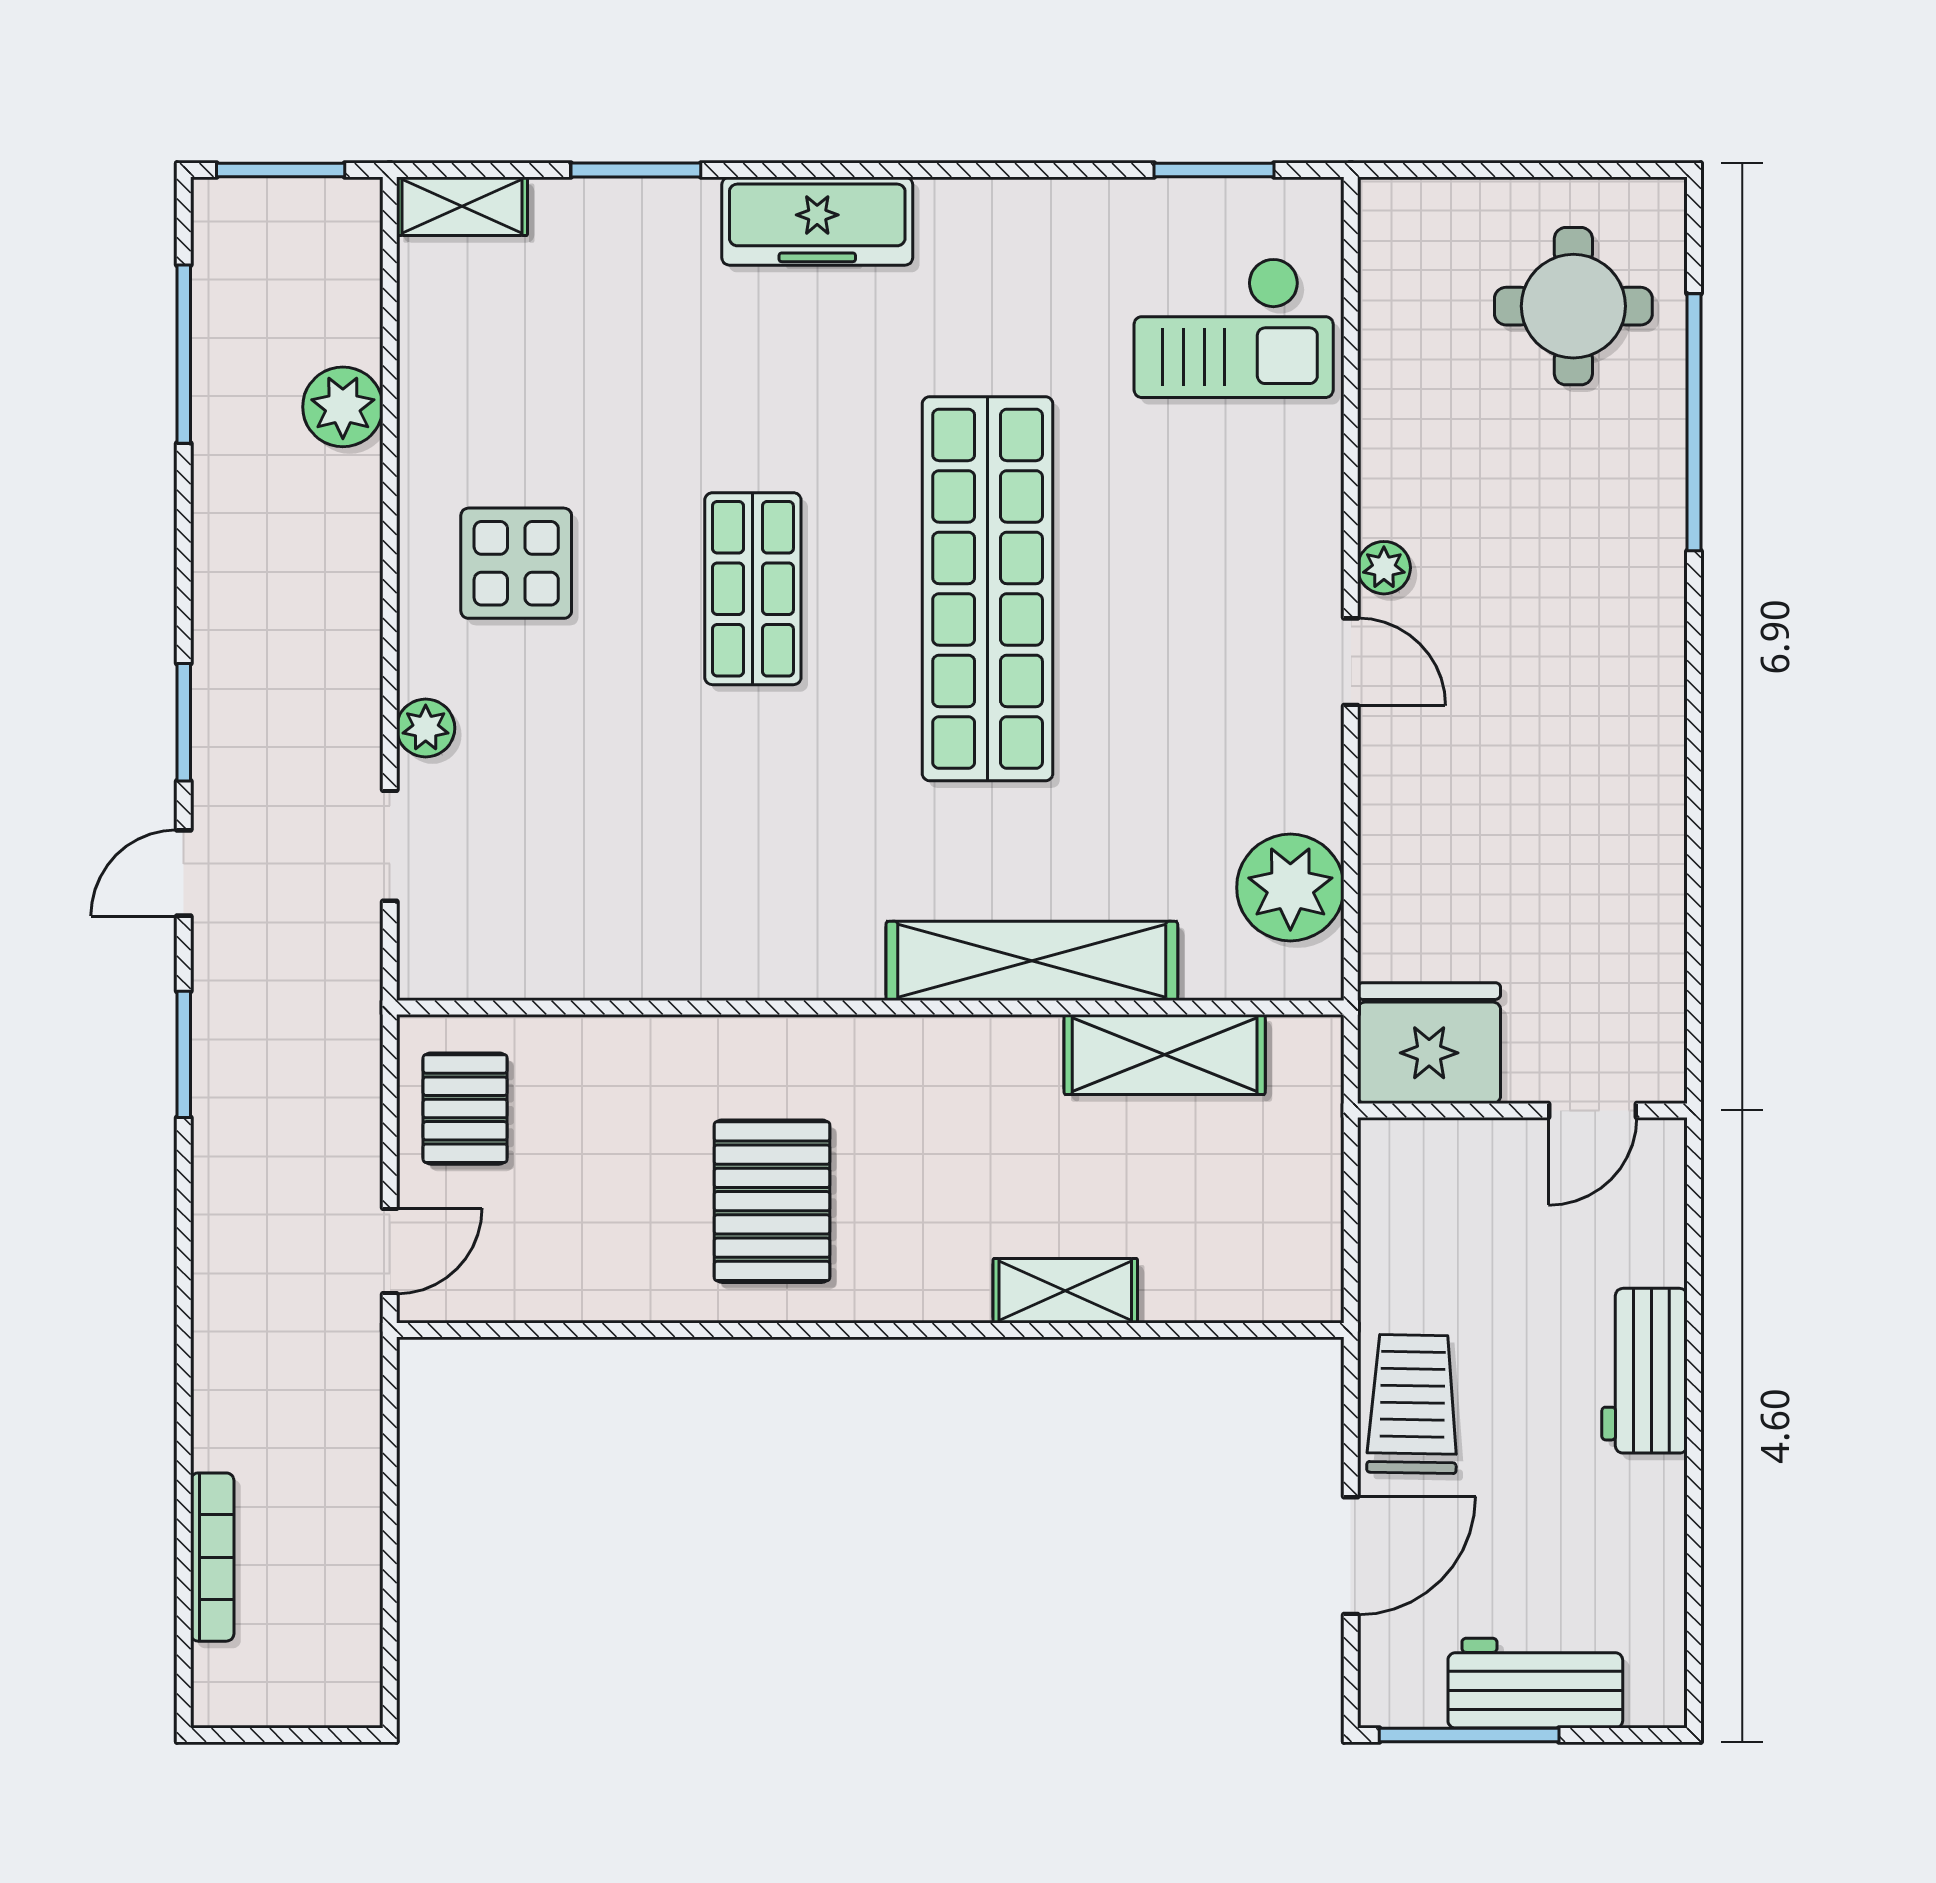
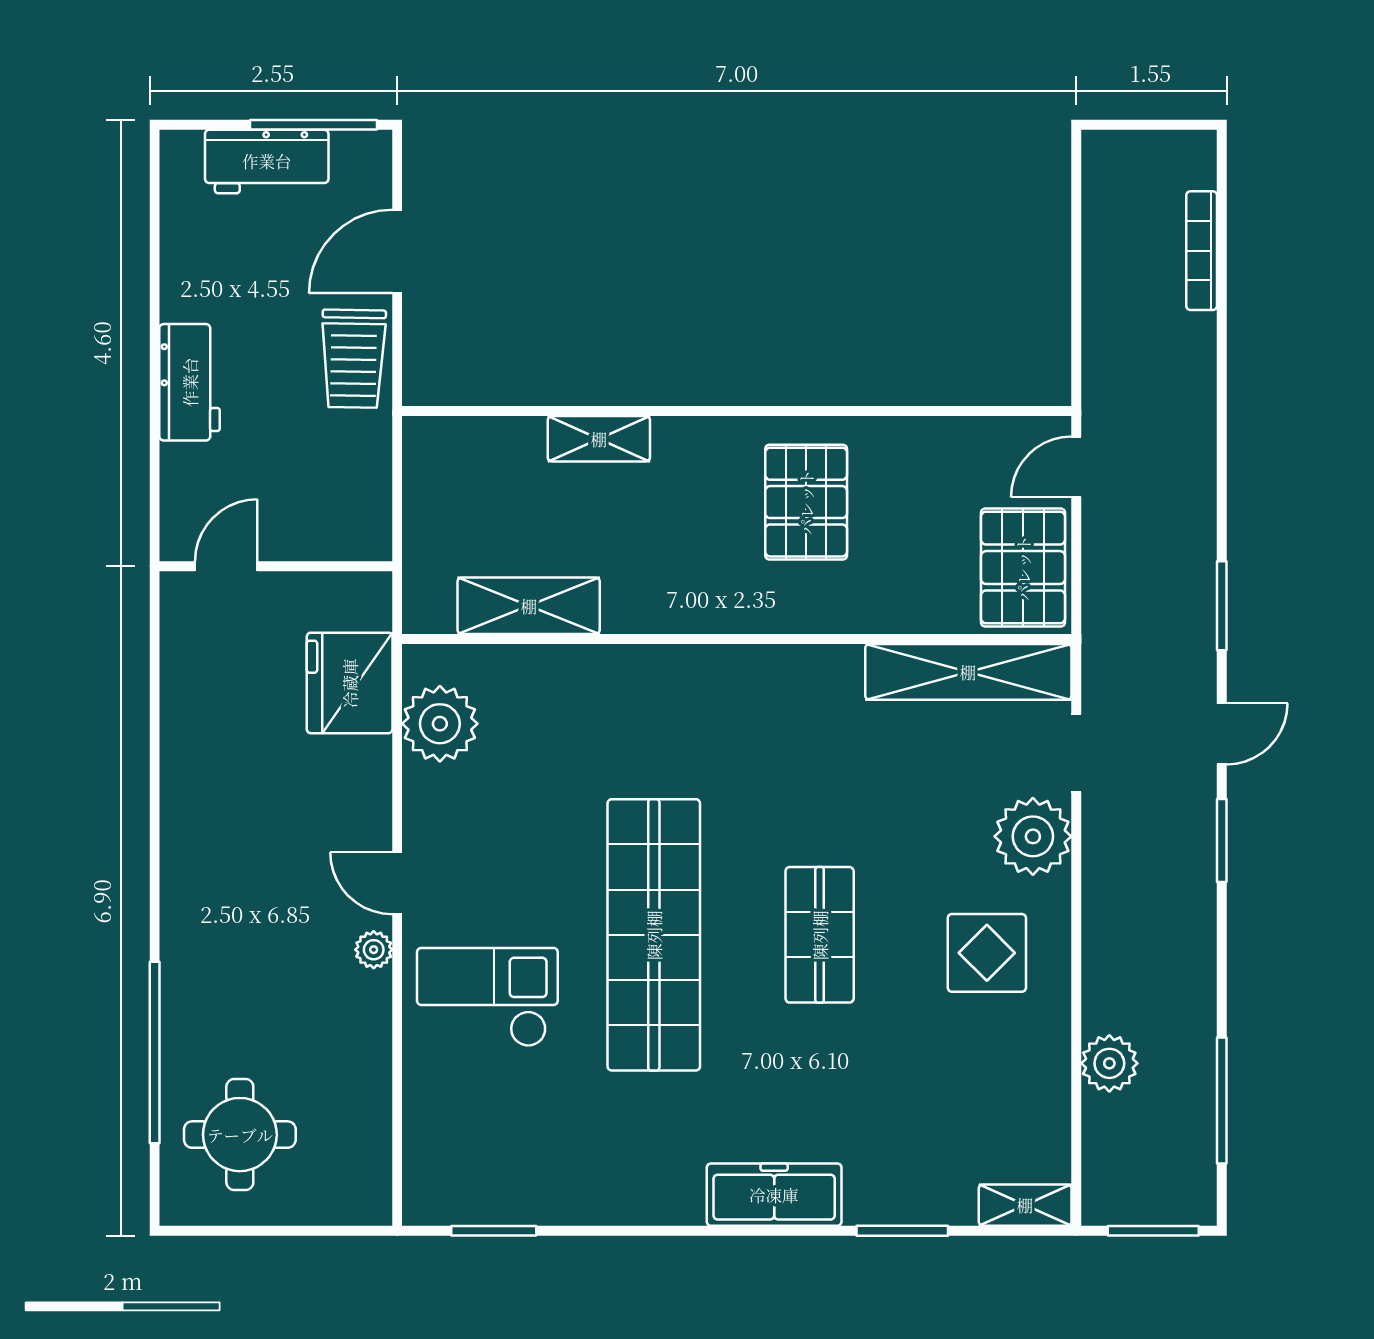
checkout: (1234, 328) -> (487, 997), moved
plant: (426, 728) -> (1033, 836), width x1.88, depth x1.88
shelving: (1032, 961) -> (968, 672), moved
fridge: (1429, 1043) -> (350, 683), moved, turned 90
pallet: (465, 1109) -> (1023, 568), width x1.50, depth x1.42

